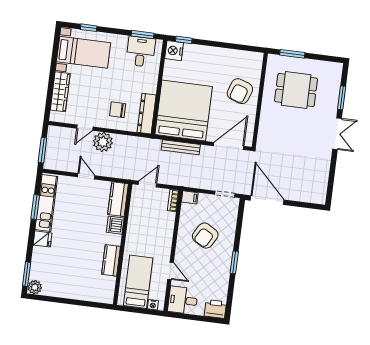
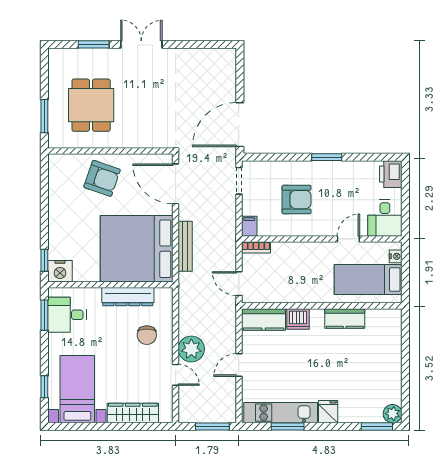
dresser: (147, 114) -> (128, 297), moved
armchair: (205, 236) -> (297, 200), turned -30

